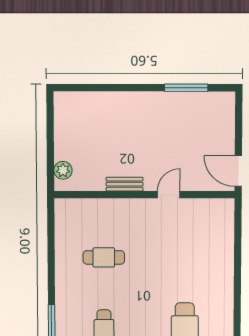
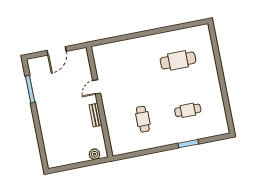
door: (238, 171) -> (57, 51), moved
door: (169, 195) -> (97, 87), hinge flipped

